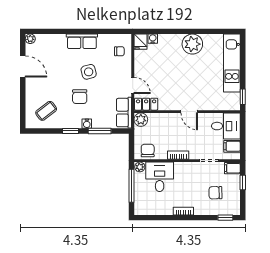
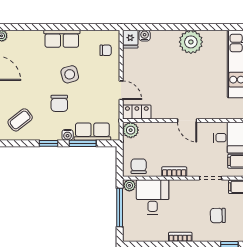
row of seats: (124, 113) -> (92, 132), moved, turned 90

